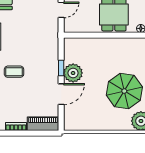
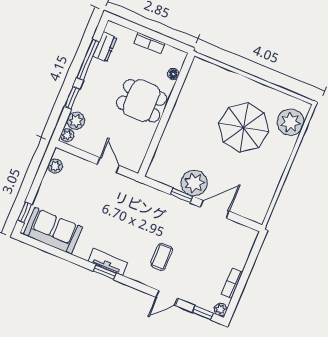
door: (61, 94) -> (215, 209), hinge flipped
piano: (43, 124) -> (243, 247), removed

